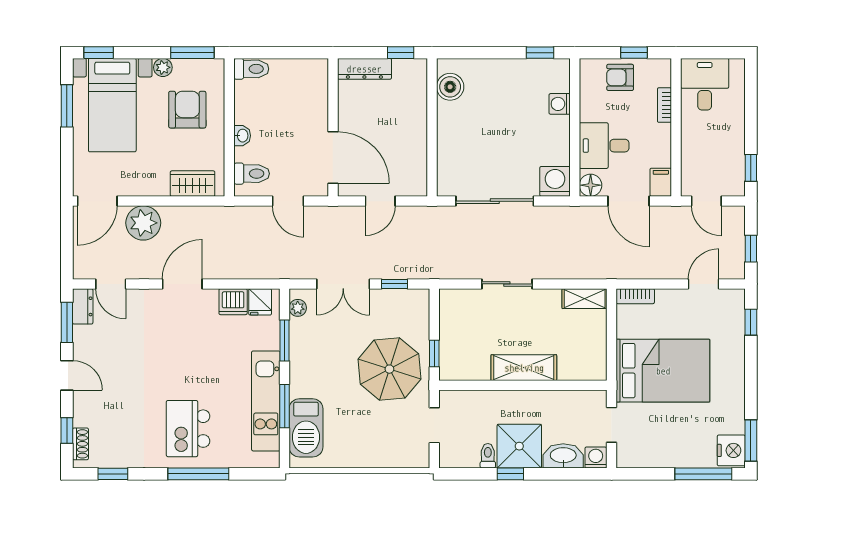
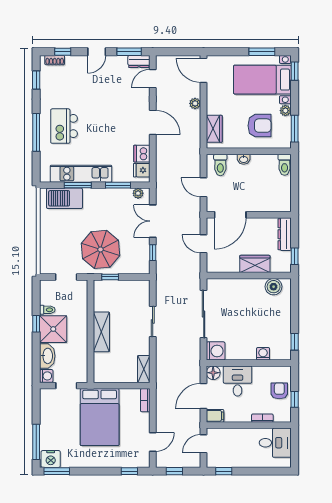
wardrobe: (413, 117) -> (255, 264), added
door: (288, 201) -> (204, 187), hinge flipped
plant: (143, 223) -> (195, 103), width x0.53, depth x0.53
door: (704, 284) -> (153, 442), hinge flipped
kitchen island: (188, 429) -> (64, 126), turned -90

